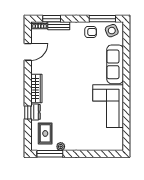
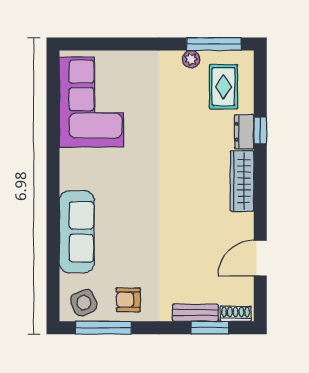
corner sofa: (108, 106) -> (91, 102), moved

